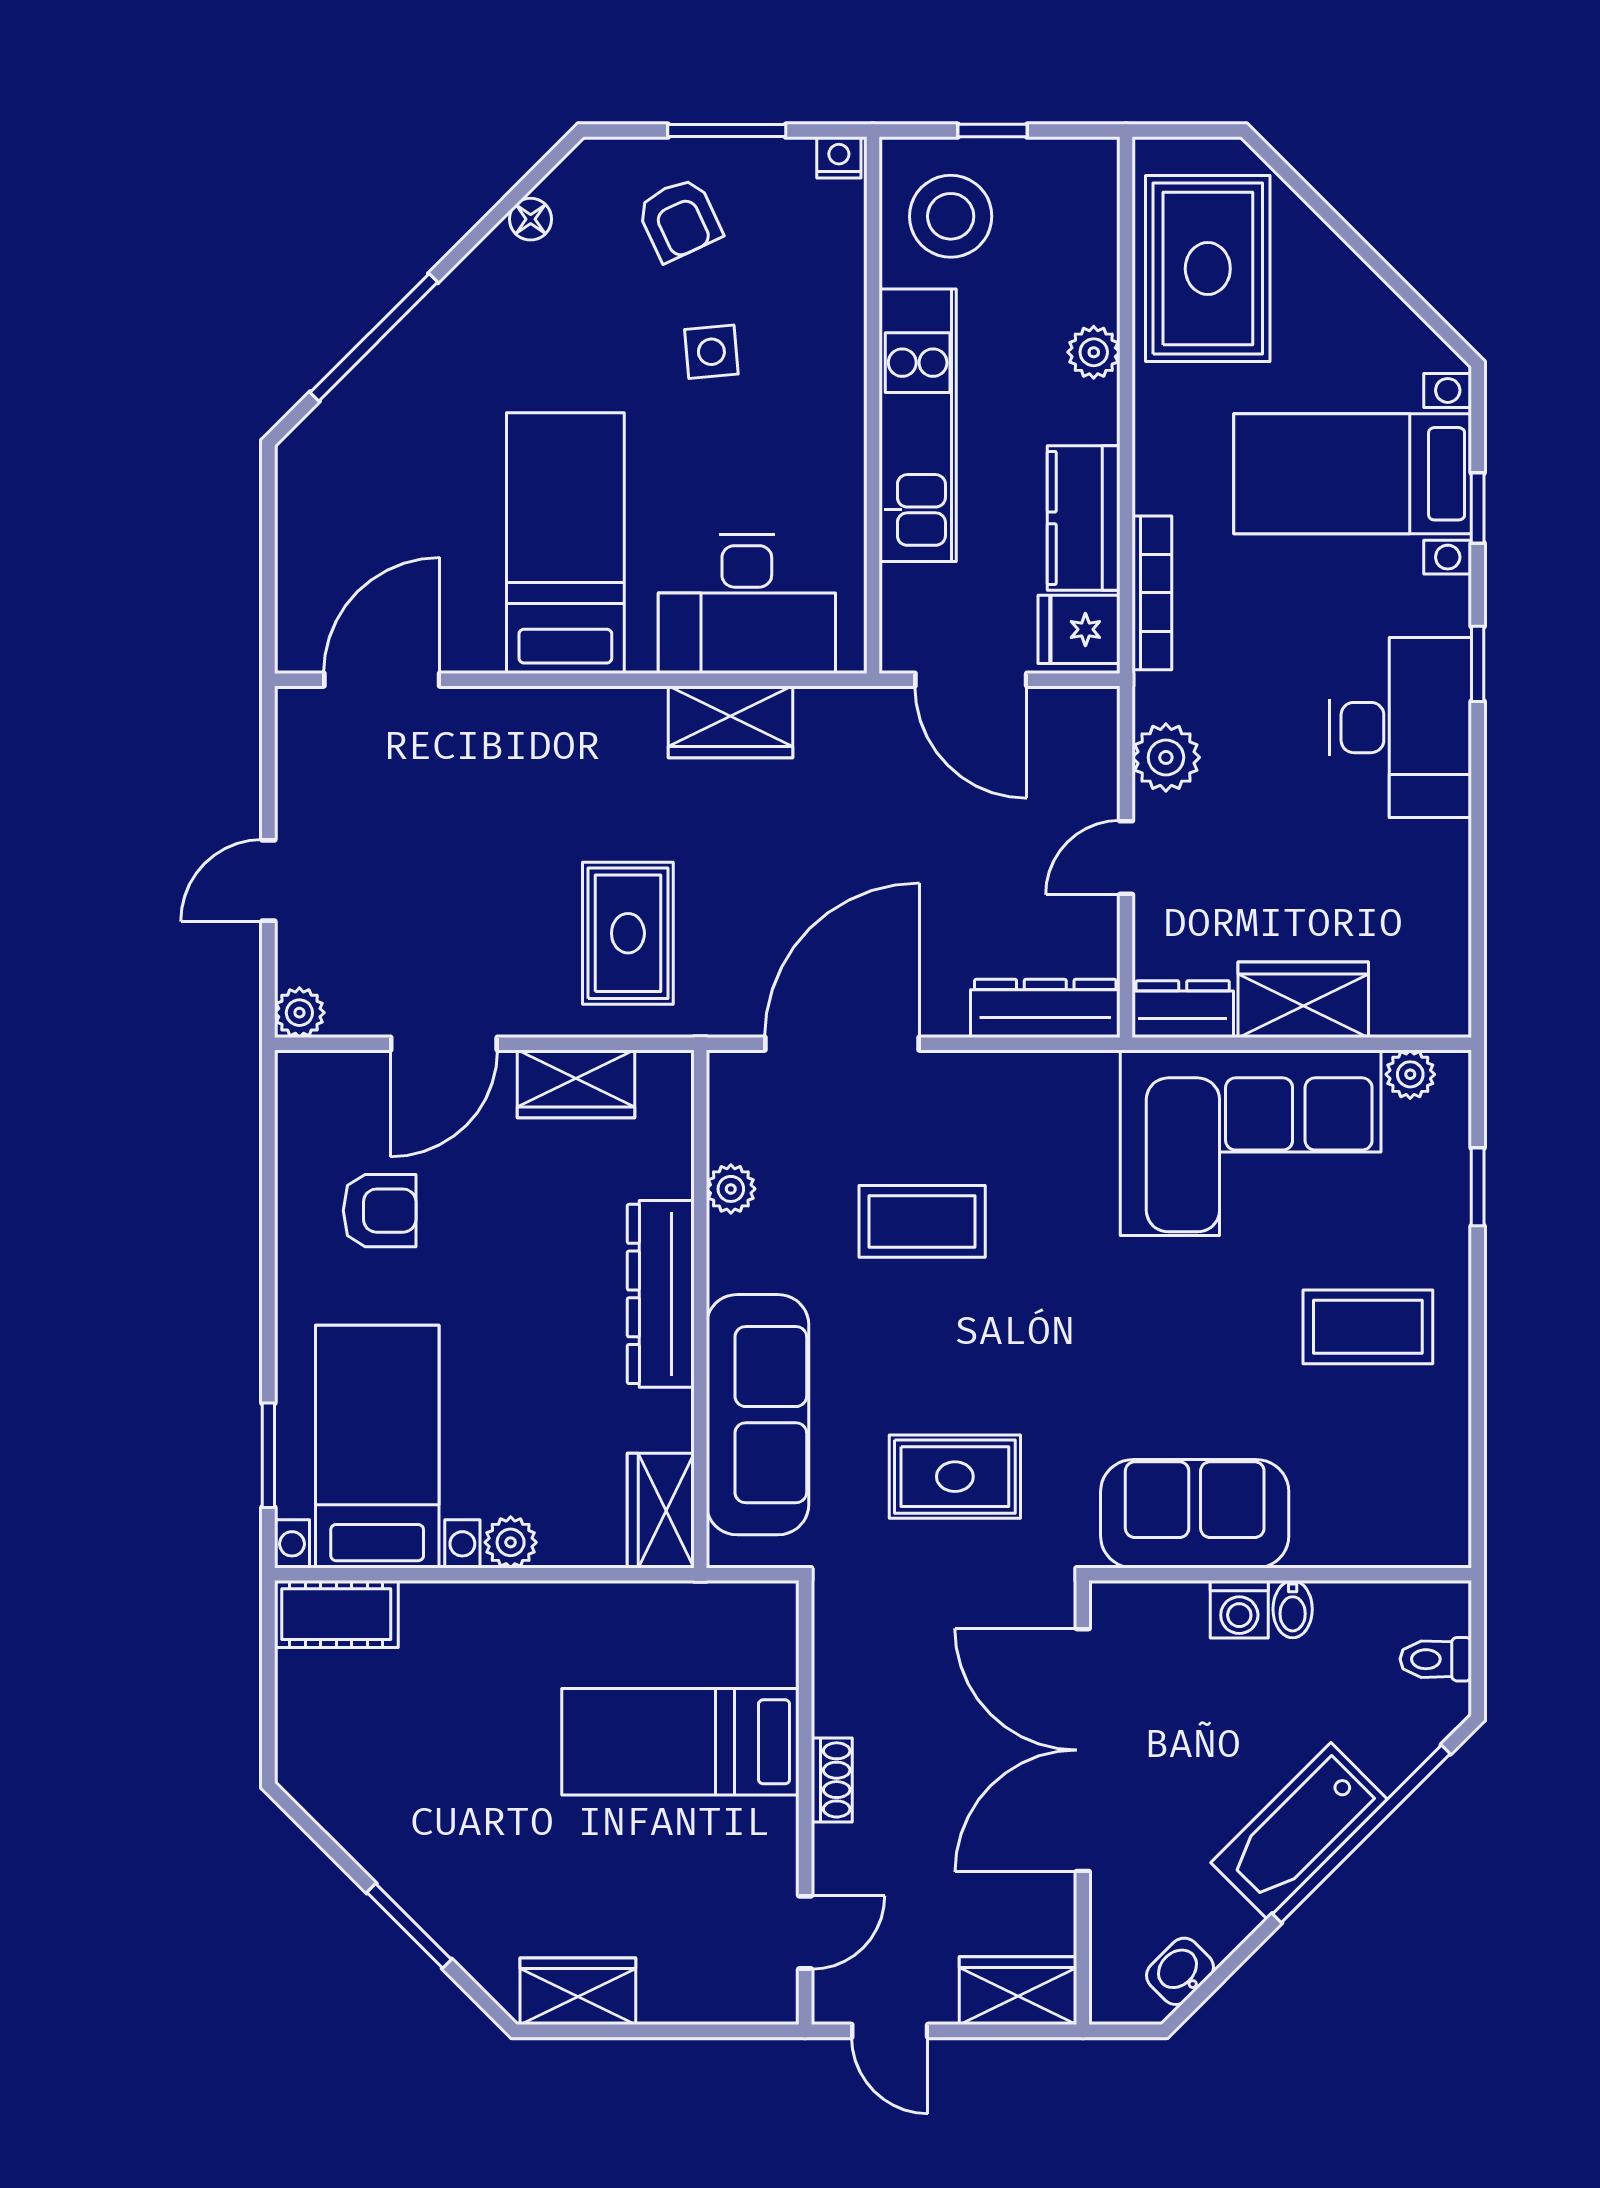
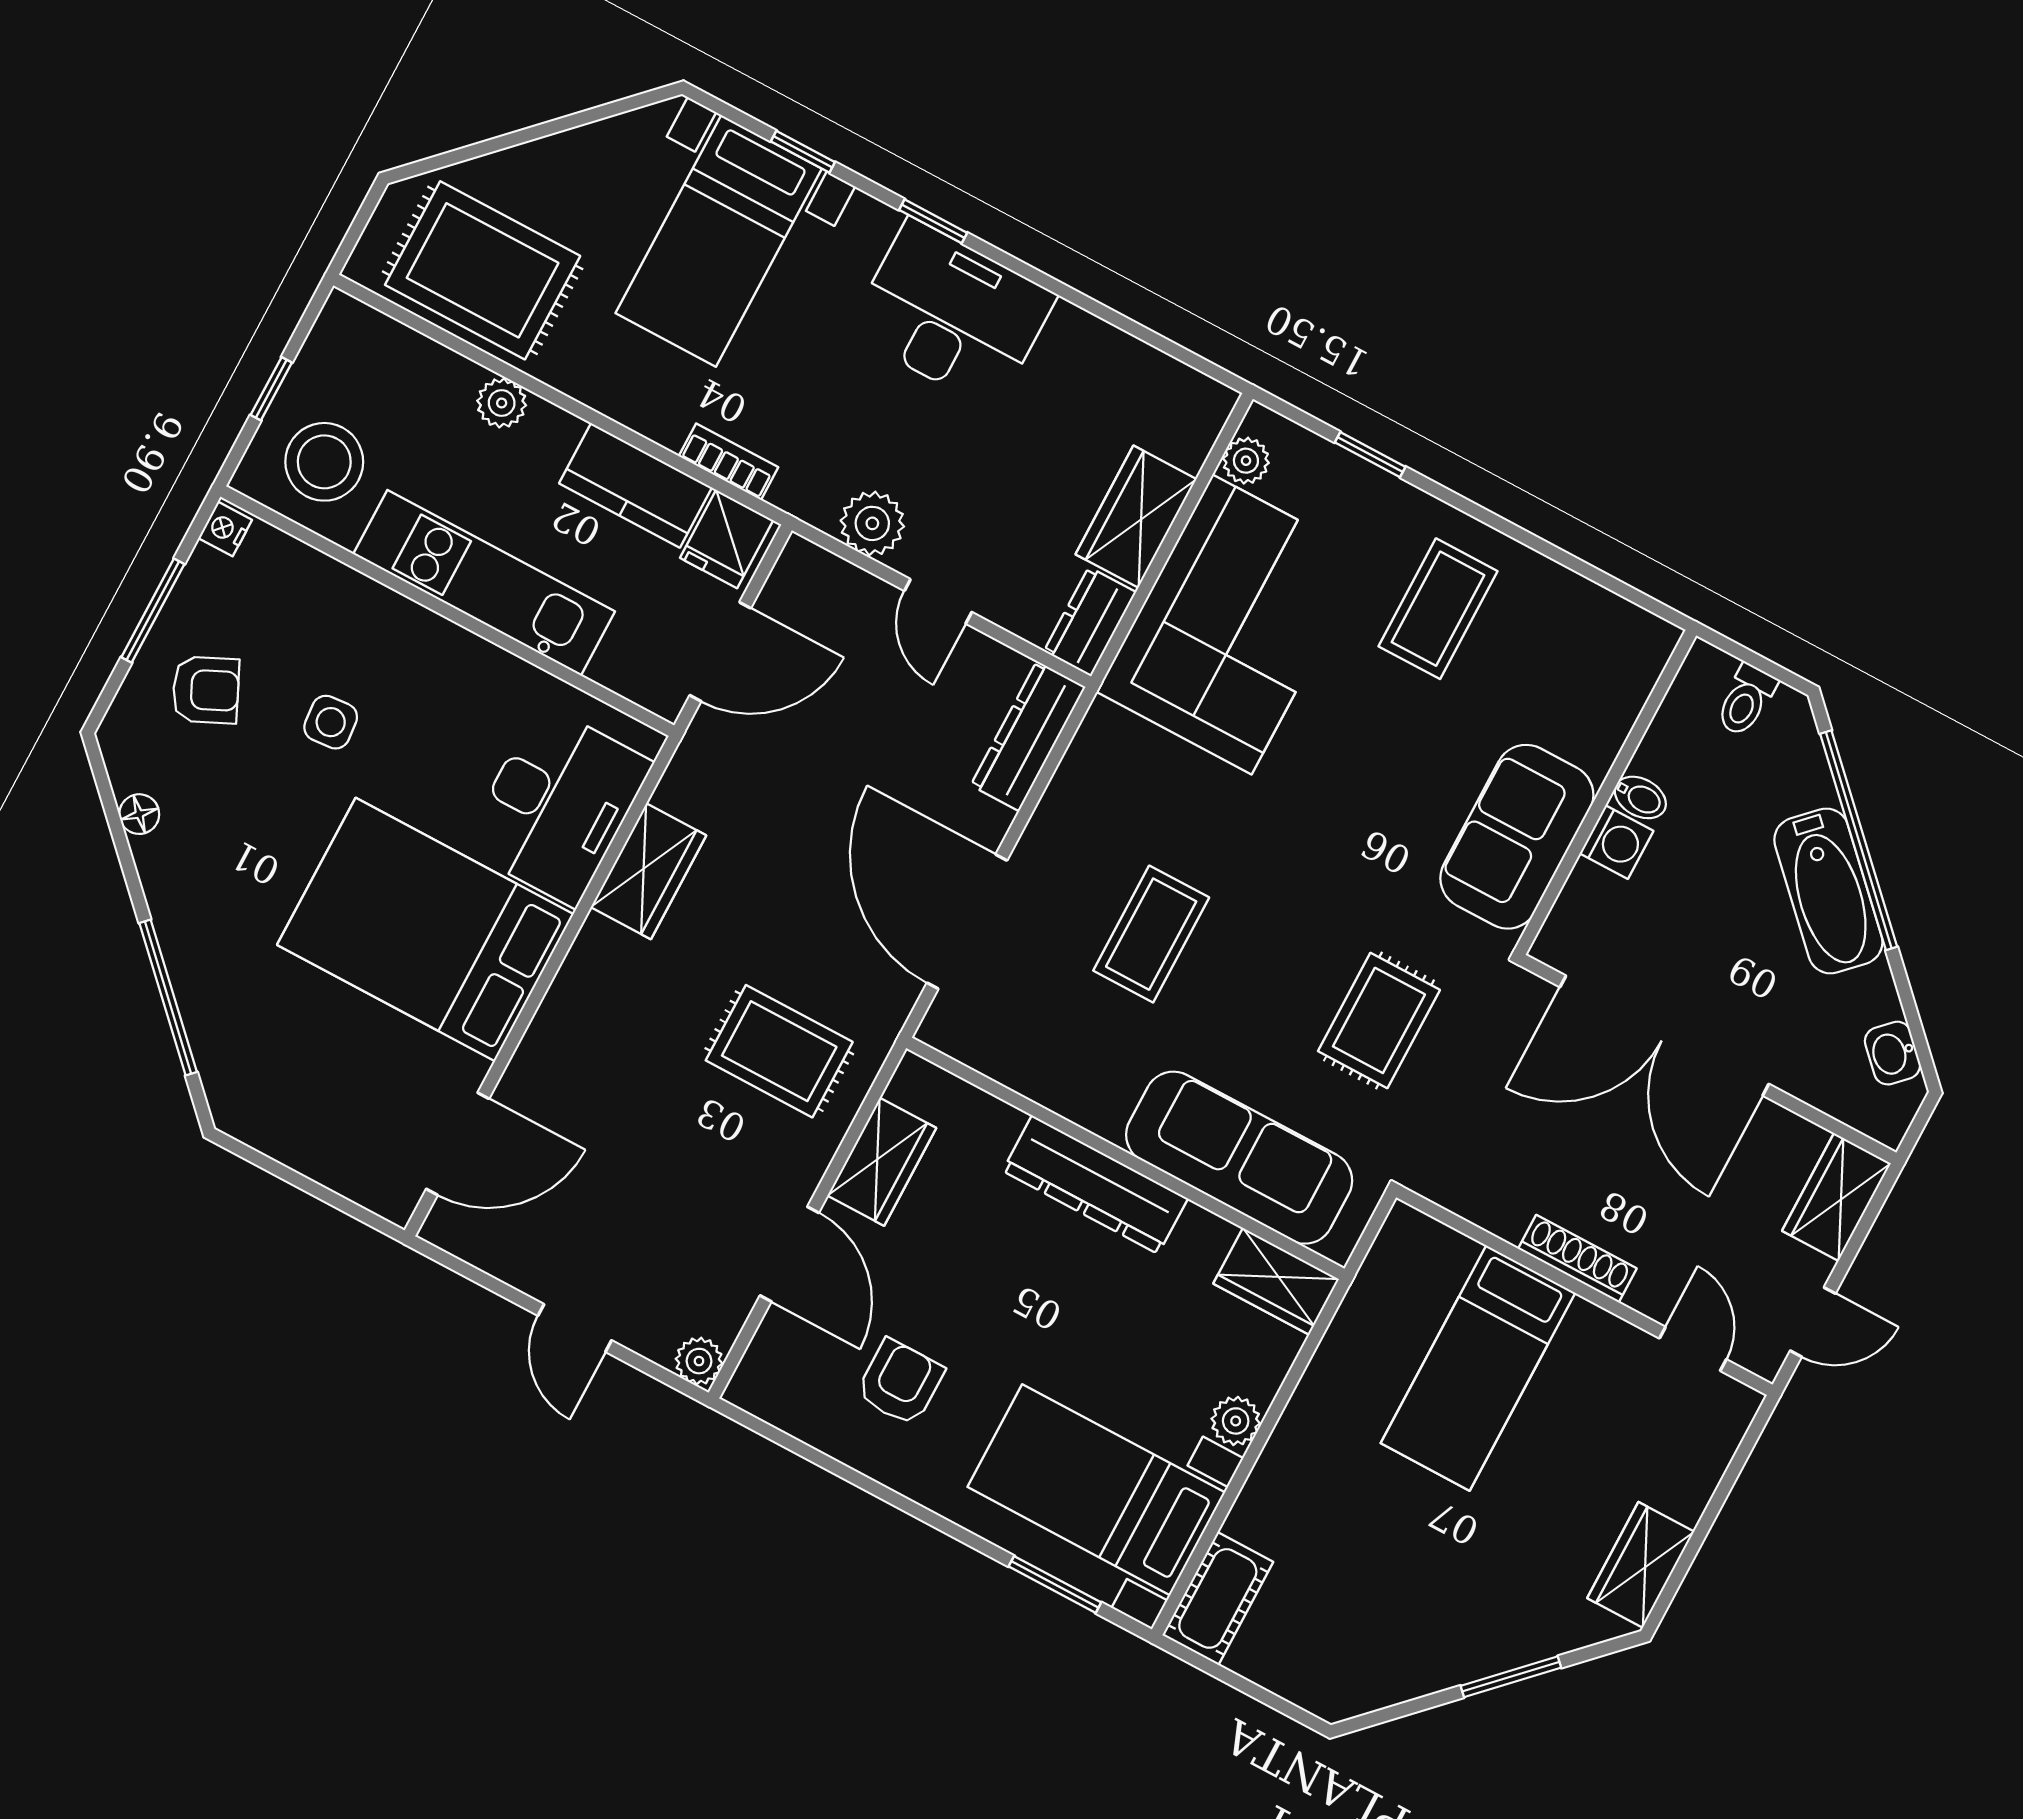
bed: (565, 543) -> (425, 929), width x1.50
bookcase: (1152, 593) -> (728, 462), width x0.64
door: (382, 680) -> (458, 1144), swing flipped
plant: (731, 1189) -> (1039, 1079), removed
shoe rack: (832, 1780) -> (1577, 1259), width x1.43

